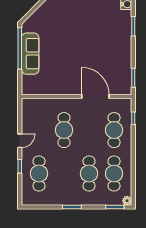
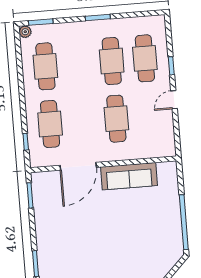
sofa: (30, 54) -> (129, 176), moved, turned -90
door: (95, 97) -> (78, 166), hinge flipped
cafe table: (89, 174) -> (112, 61), moved

